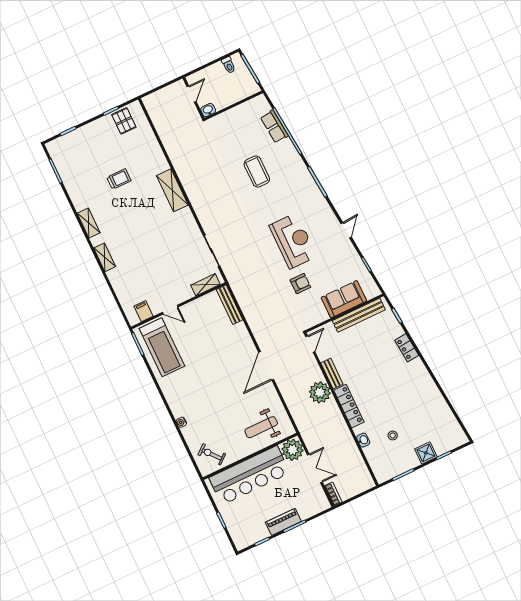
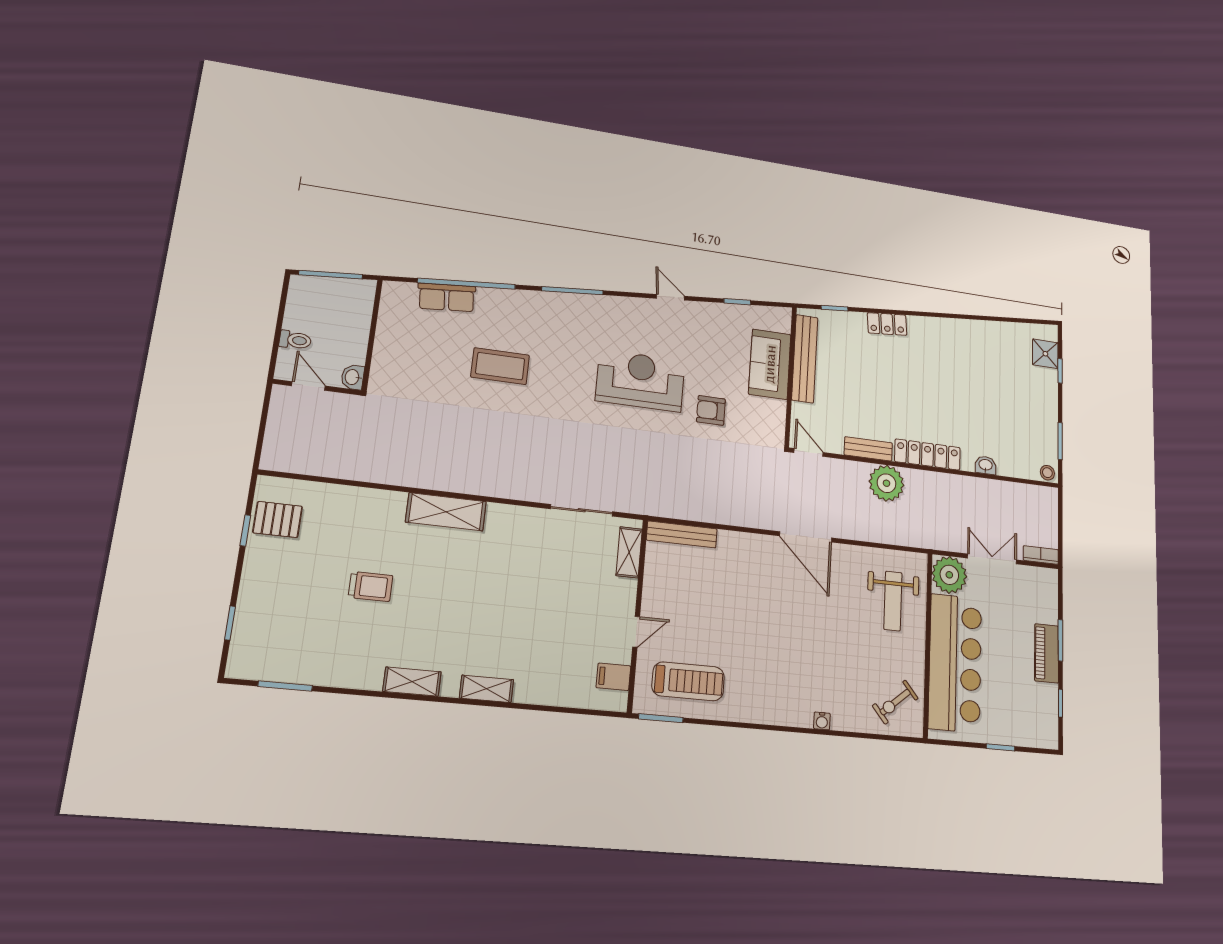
toilet: (229, 65) -> (295, 340), moved
trolley: (119, 179) -> (371, 586), turned 90
armchair: (300, 284) -> (711, 410), turned -90
treadmill: (162, 347) -> (688, 681), width x0.73, depth x0.73
stool: (393, 435) -> (1047, 473), moved
shower: (426, 453) -> (1045, 354), moved

